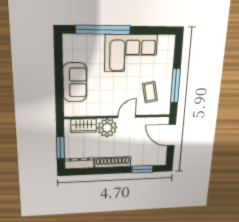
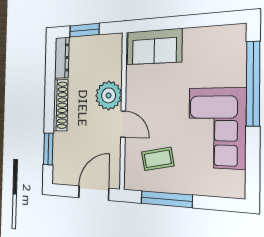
sofa: (75, 82) -> (154, 47), moved
wardrobe: (84, 126) -> (113, 61), removed

